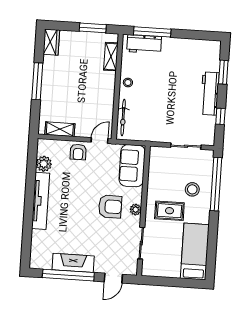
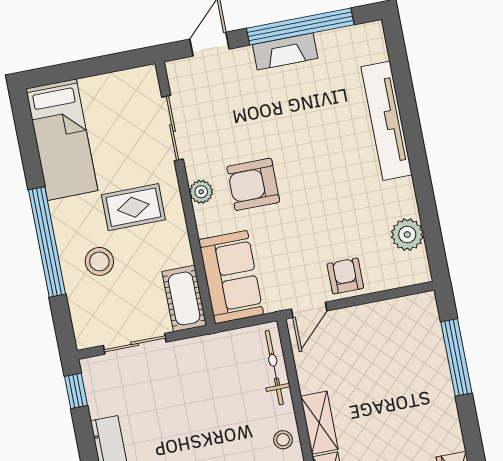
window: (37, 81) -> (456, 357), moved
window: (220, 116) -> (76, 391), moved
shelving: (60, 129) -> (319, 423), moved, turned 90
cot: (157, 161) -> (184, 298), added
window: (216, 184) -> (47, 242), moved
tv unit: (41, 201) -> (387, 121), moved
fireplace: (73, 263) -> (285, 51), width x0.73, depth x0.76

